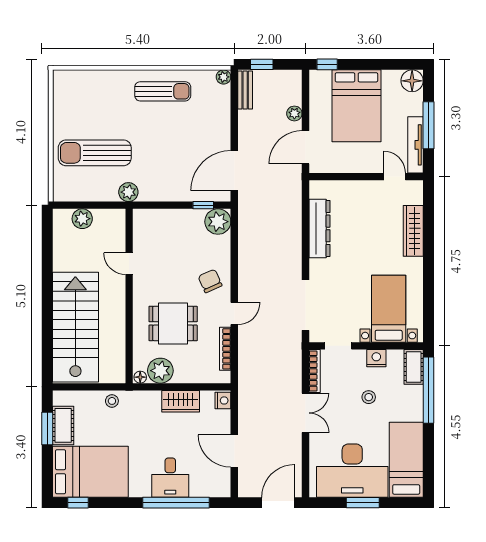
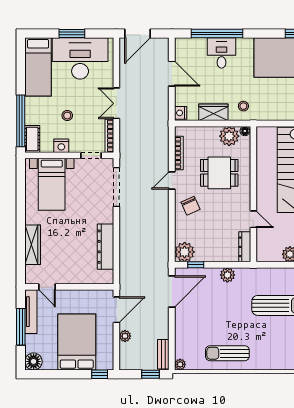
plant: (128, 192) -> (227, 275), moved
dresser: (140, 228) -> (245, 247), added
stool: (112, 401) -> (243, 106), moved

